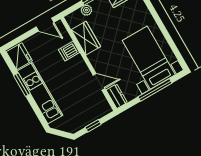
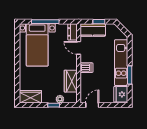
door: (45, 25) -> (92, 105), hinge flipped
dishwasher: (69, 51) -> (86, 68), moved
kitchen counter: (95, 112) -> (93, 30), added

